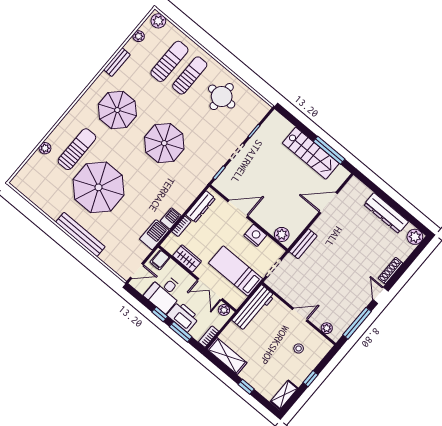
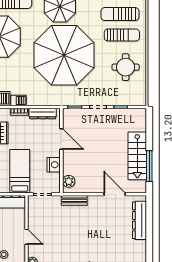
sun lounger: (169, 61) -> (120, 14), turned 180
parasol: (164, 143) -> (64, 55), width x1.86, depth x1.86
dresser: (386, 213) -> (139, 220), moved

